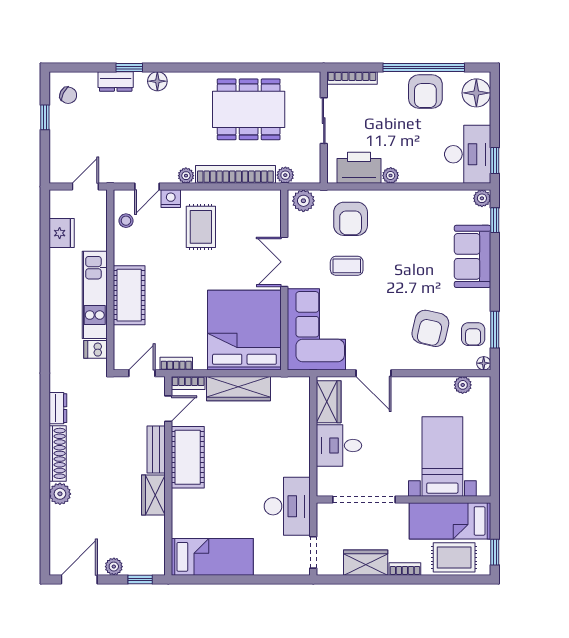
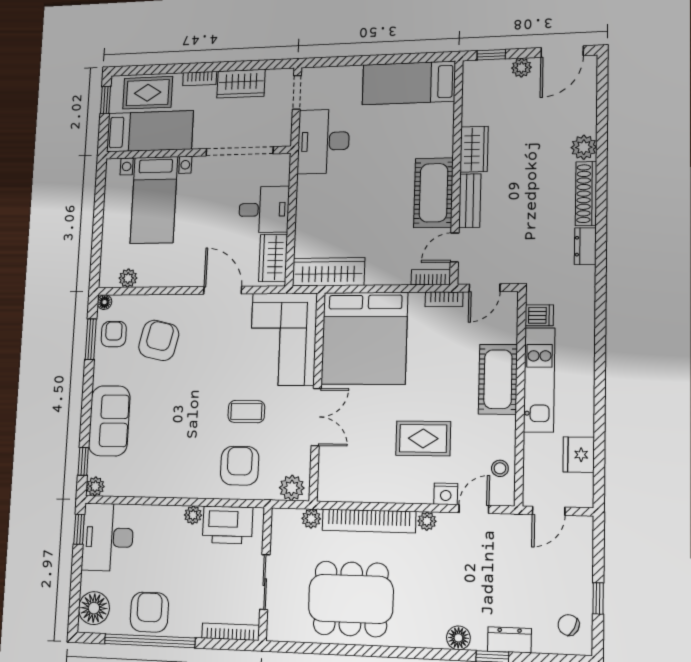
rug: (201, 227) -> (423, 438), moved, turned 90
wardrobe: (239, 389) -> (328, 272), moved

